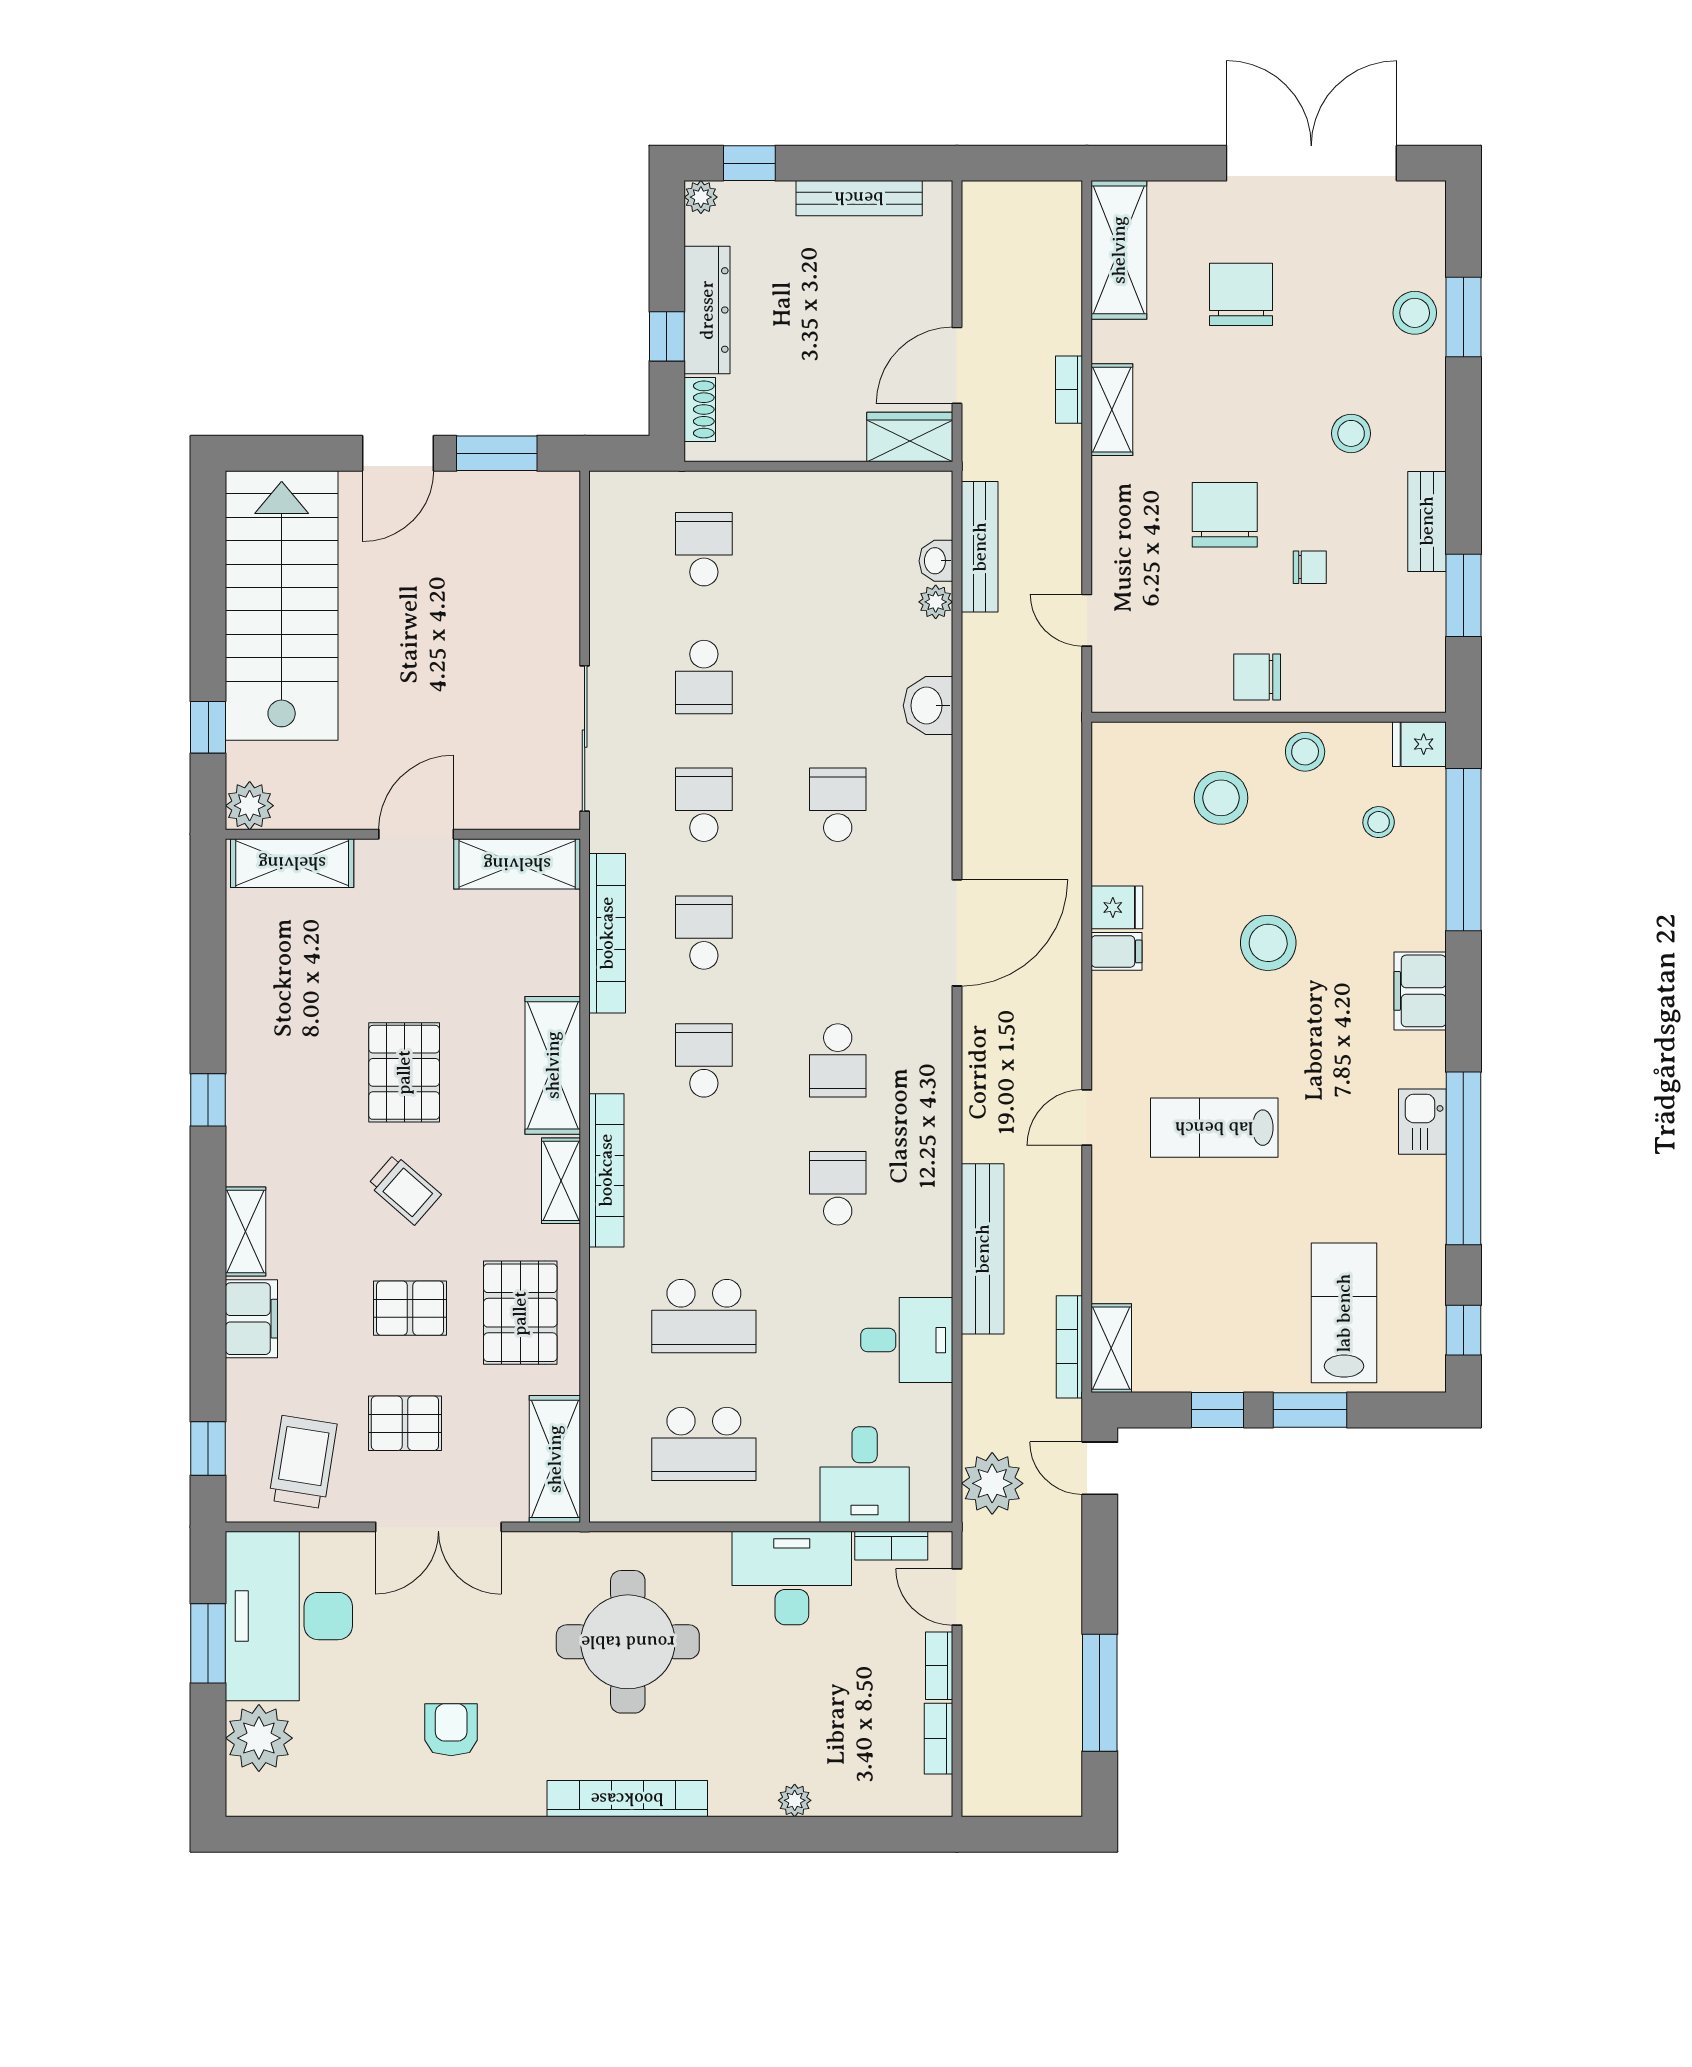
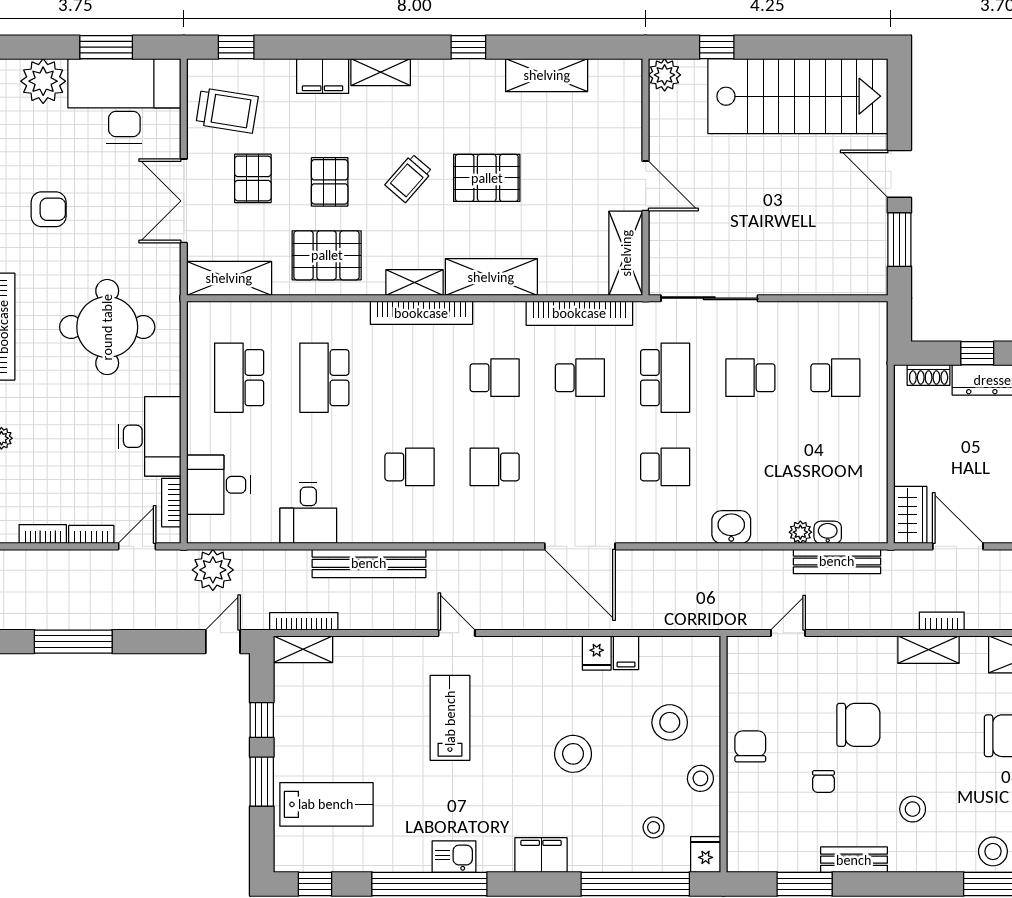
school desk: (704, 805) -> (665, 378), width x1.85
shelving: (292, 863) -> (547, 75), moved, turned 90
filing cabinet: (1116, 951) -> (626, 653), moved

